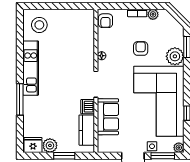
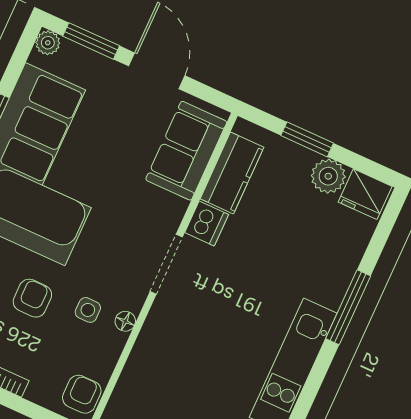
armchair: (141, 48) -> (32, 298), turned 180
sofa: (108, 117) -> (186, 151), moved
side table: (152, 146) -> (88, 310), moved

